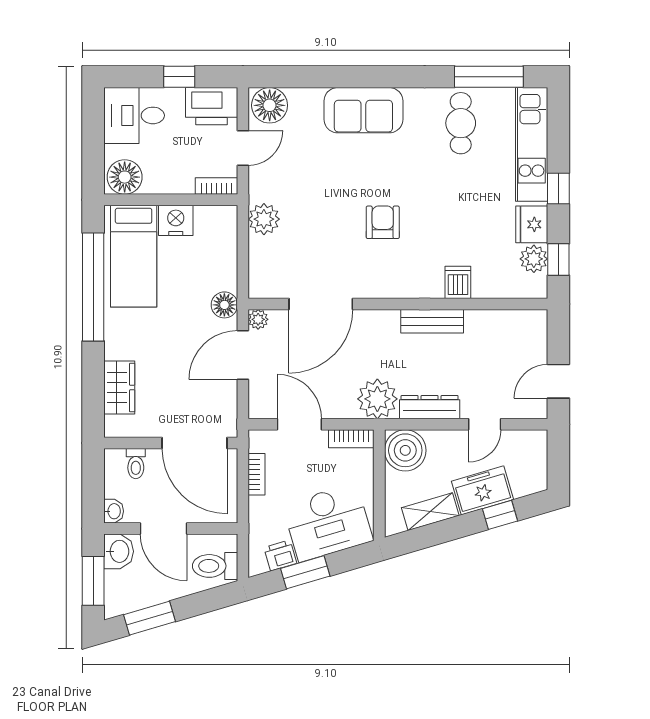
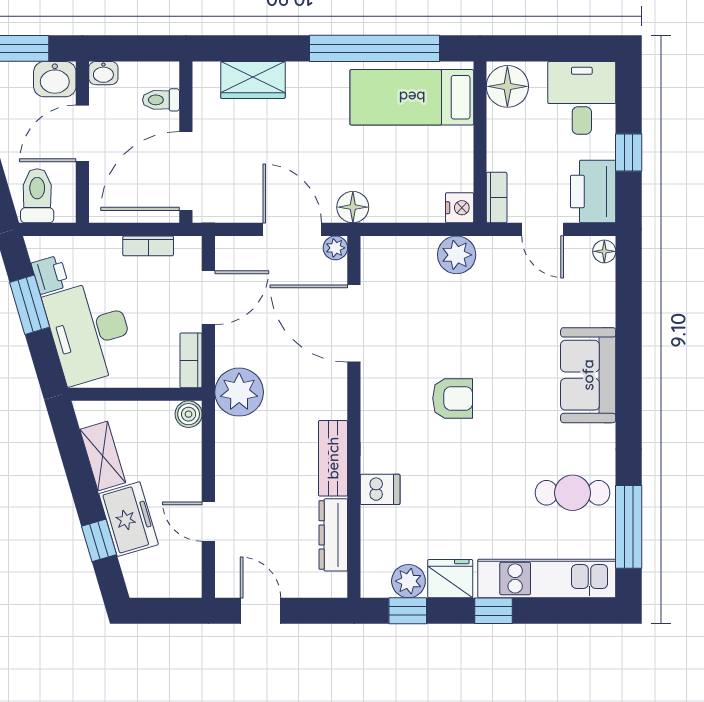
floor lamp: (270, 105) -> (604, 251), width x0.53, depth x0.53
nightstand: (176, 220) -> (460, 208), moved, width x0.74, depth x0.75
dresser: (430, 407) -> (333, 535), moved, turned 180
boiler: (405, 450) -> (189, 414), width x0.54, depth x0.54

